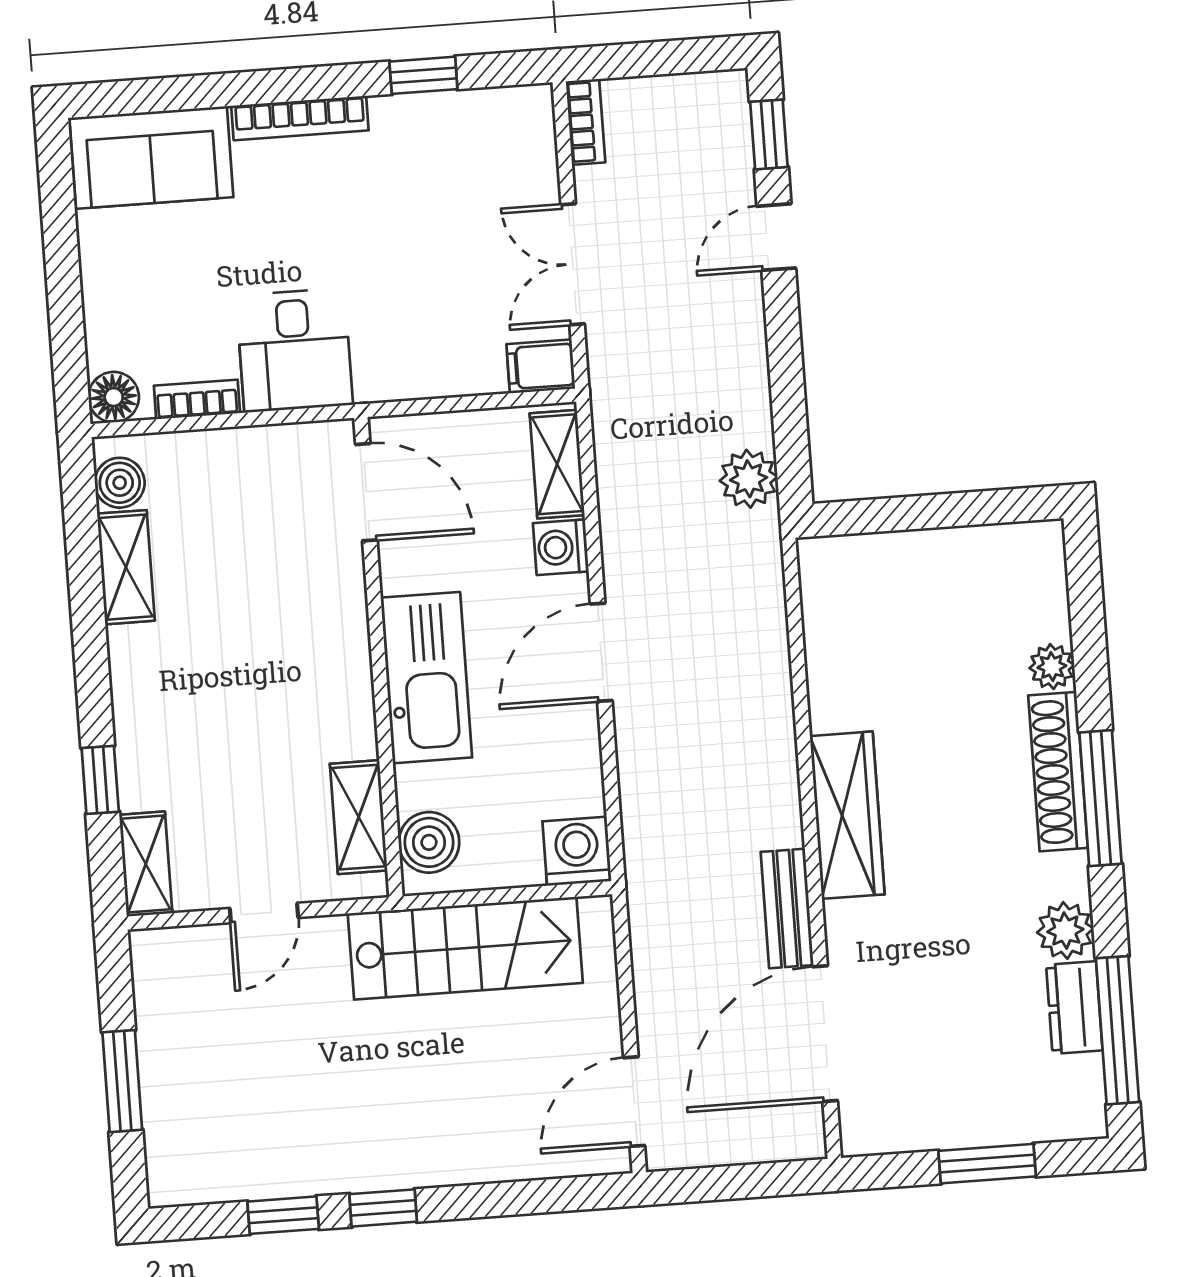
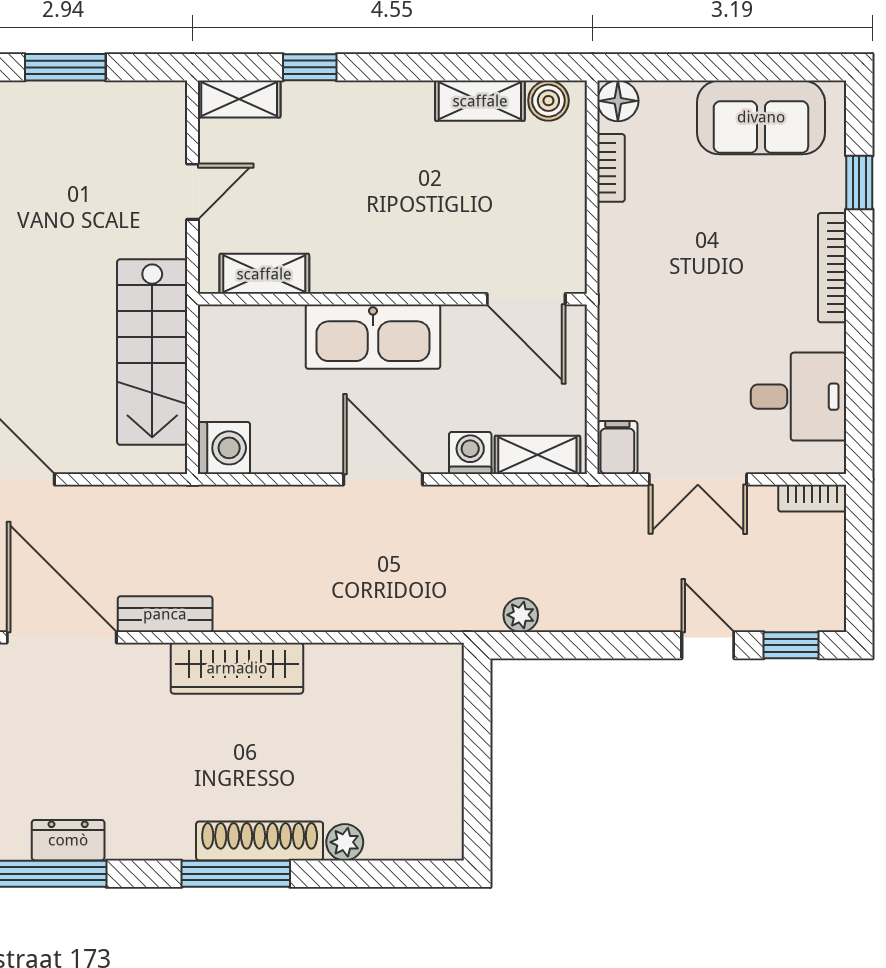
window: (423, 75) -> (859, 182), moved
sofa: (151, 157) -> (761, 117), moved, turned -90
double door: (573, 264) -> (698, 479), swing flipped
desk: (294, 350) -> (799, 397), moved, turned 180
plant: (749, 479) -> (521, 615), width x0.73, depth x0.73
door: (366, 492) -> (526, 299), hinge flipped
boiler: (429, 842) -> (240, 329), removed
door: (264, 913) -> (193, 192), swing flipped
plant: (1065, 931) -> (131, 837), removed

